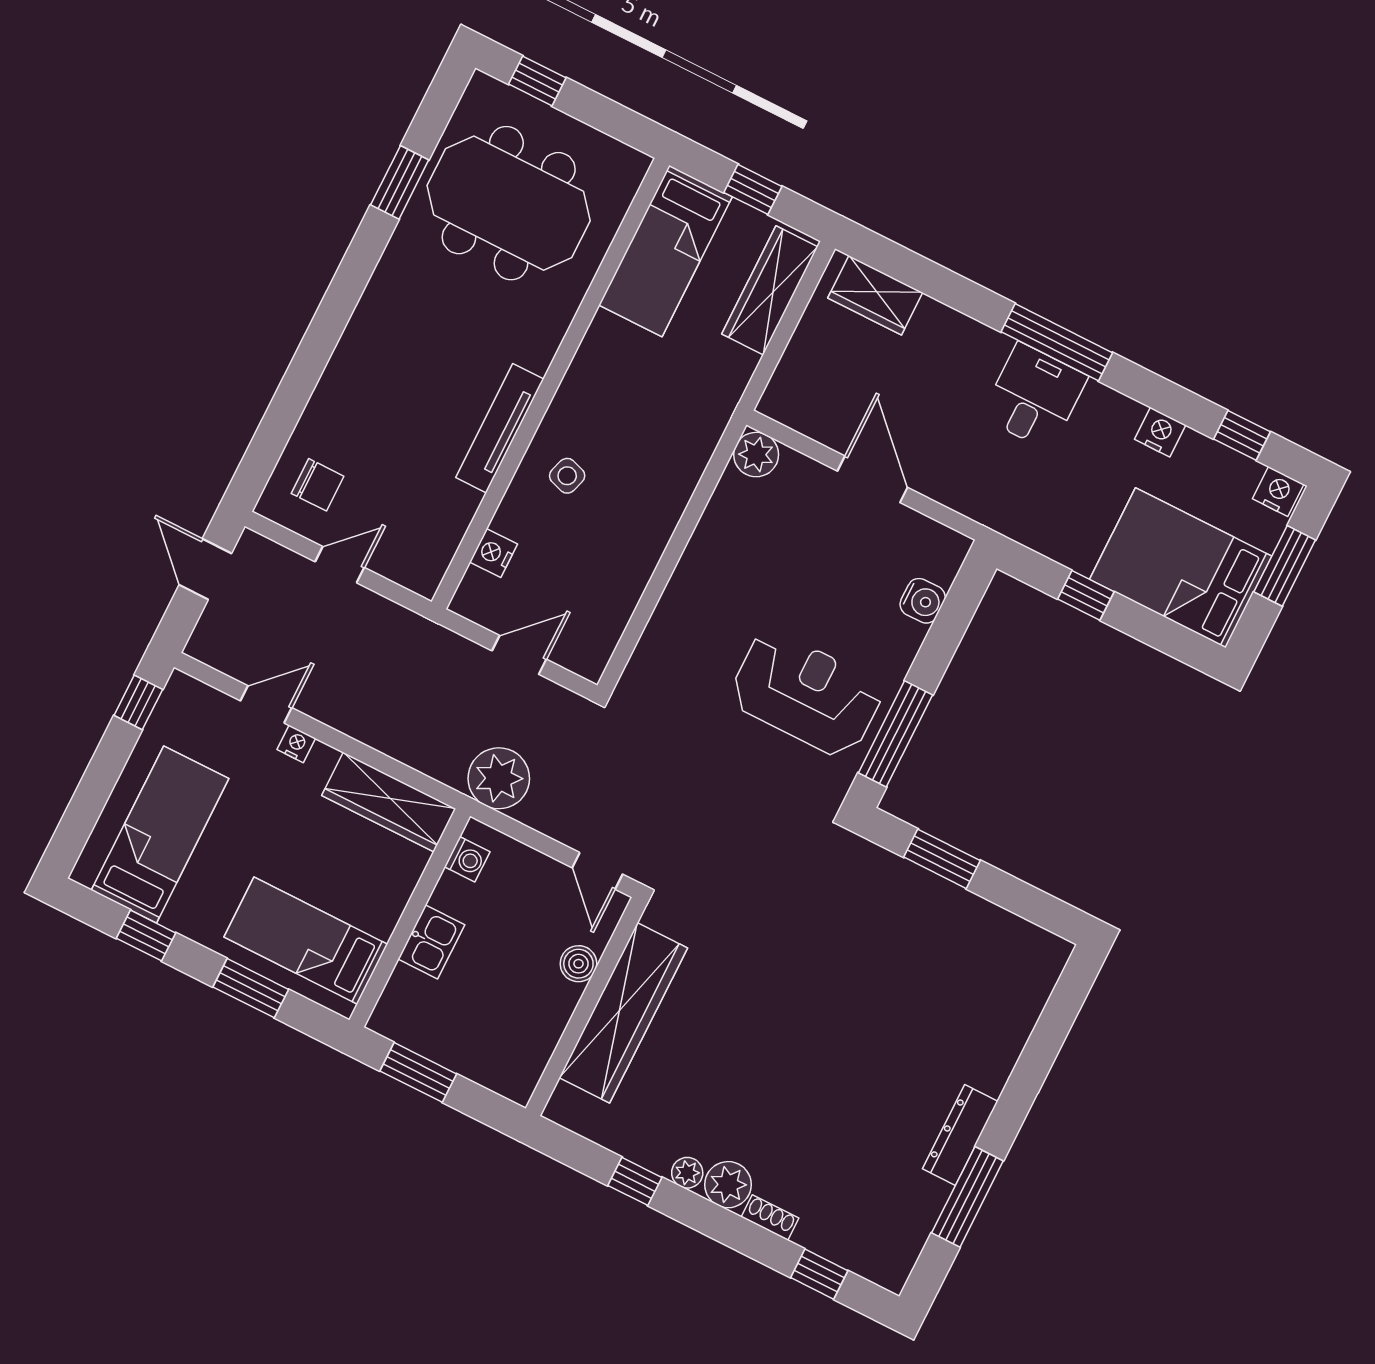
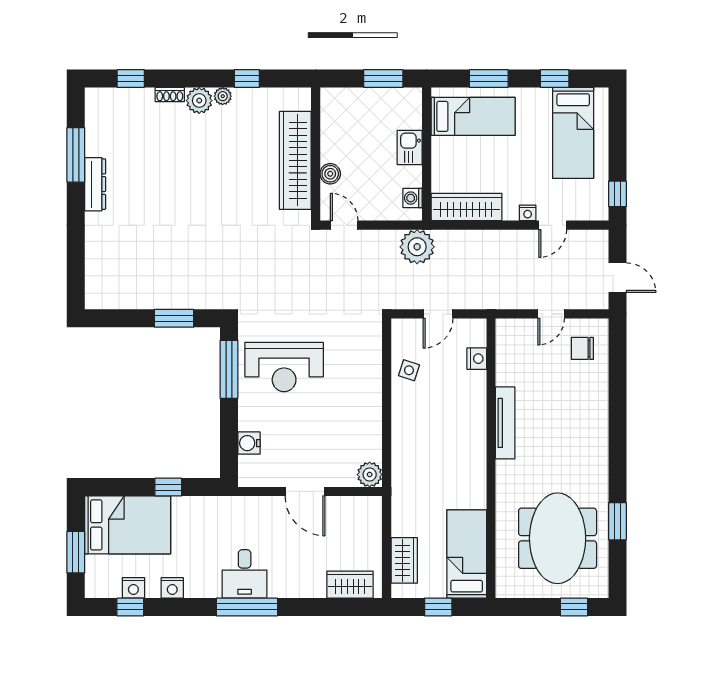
meeting table: (509, 203) -> (558, 538), turned 90
wardrobe: (770, 290) -> (404, 560), width x0.67
side table: (567, 476) -> (409, 370), moved
nightstand: (1278, 492) -> (133, 588), moved

